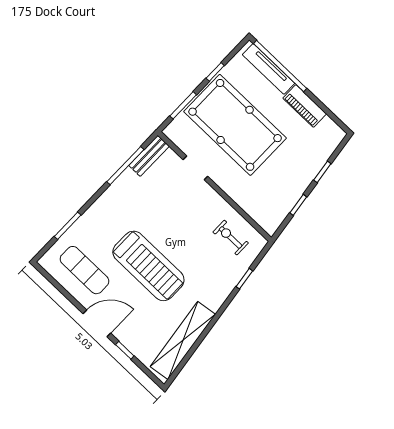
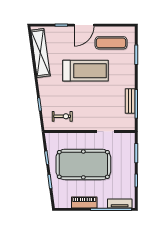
tv unit: (269, 69) -> (120, 203), width x0.71
pool table: (235, 125) -> (83, 164), moved
bench: (149, 156) -> (130, 101), moved
treadmill: (148, 266) -> (85, 71), turned 180

